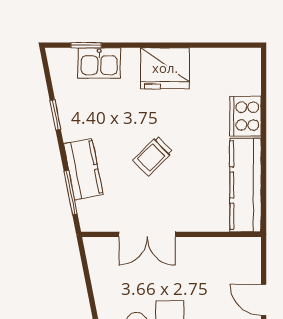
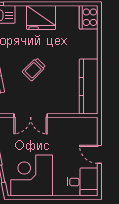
cooker: (245, 116) -> (89, 17), moved

